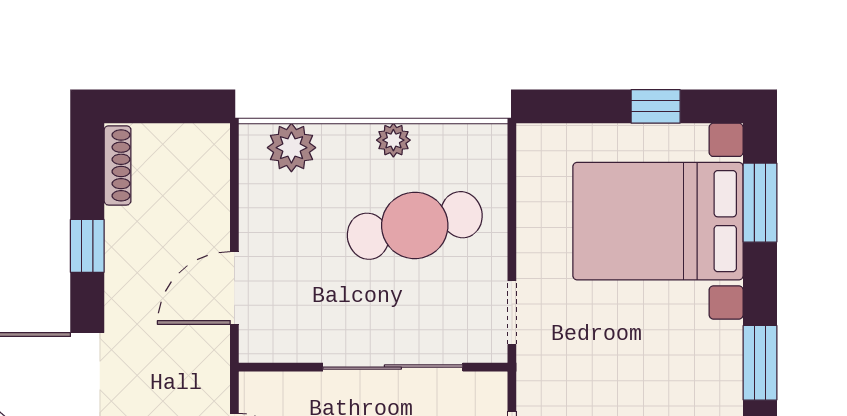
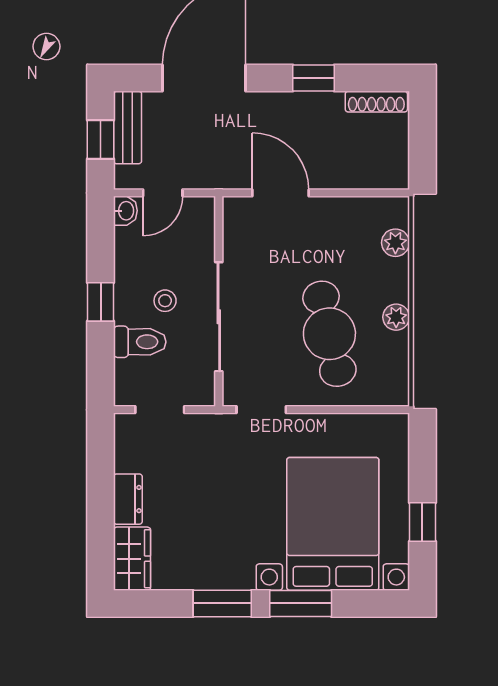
plant: (291, 148) -> (395, 243), width x0.73, depth x0.73
window: (760, 203) -> (301, 603), moved

